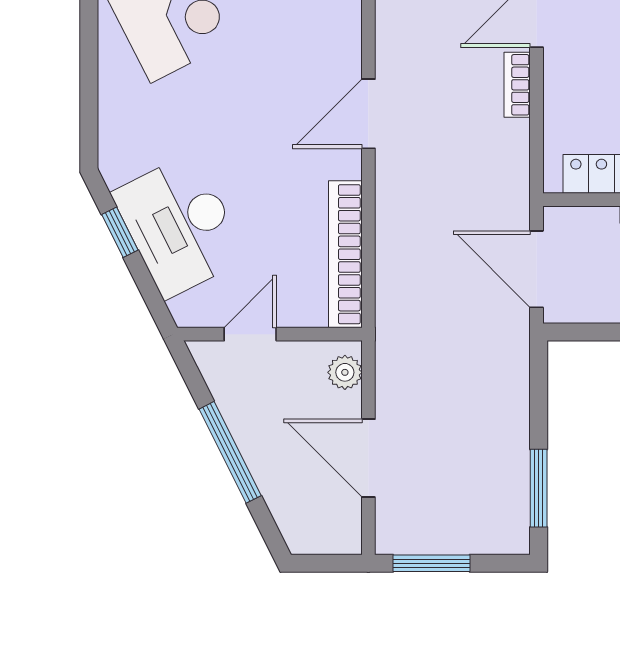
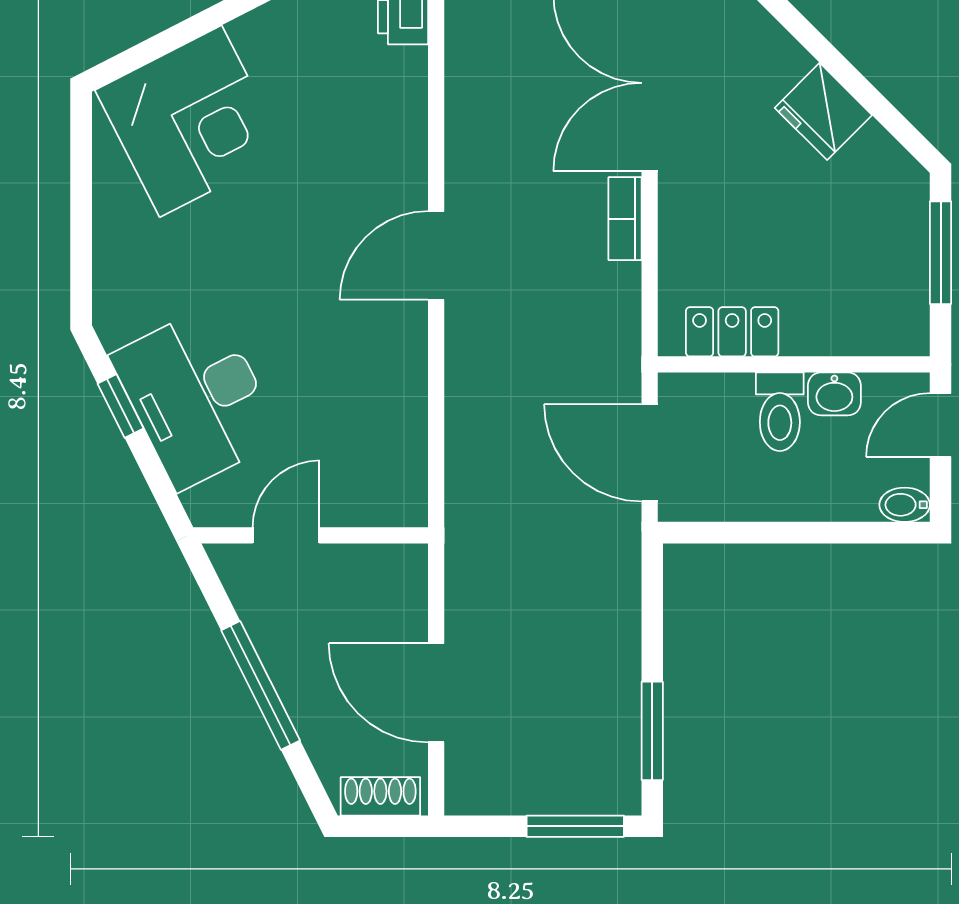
bookcase: (345, 254) -> (407, 434), removed
plant: (345, 372) -> (406, 584), removed
shoe rack: (324, 540) -> (380, 796), added
window: (431, 563) -> (575, 826), moved

